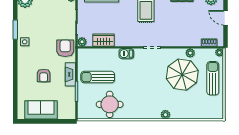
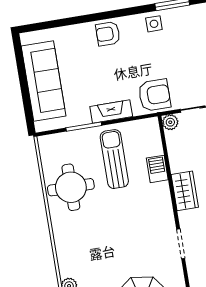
wardrobe: (103, 40) -> (185, 191), moved
barbecue: (126, 54) -> (157, 169), moved
armchair: (44, 76) -> (108, 34), moved
sofa: (41, 110) -> (44, 81), width x1.36

